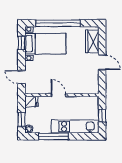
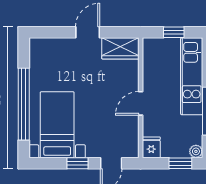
wardrobe: (92, 41) -> (120, 48), moved
window: (21, 43) -> (78, 163), moved

